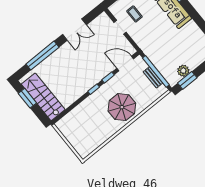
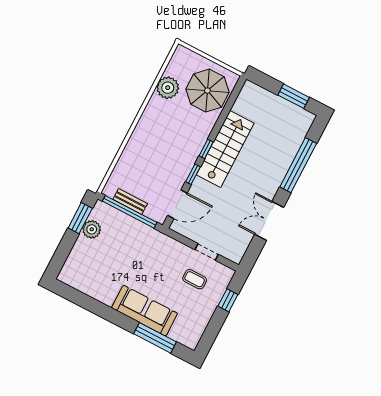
stairs: (43, 97) -> (225, 149), moved, turned -90
parasol: (122, 107) -> (207, 91), moved
plant: (101, 136) -> (168, 88), added

